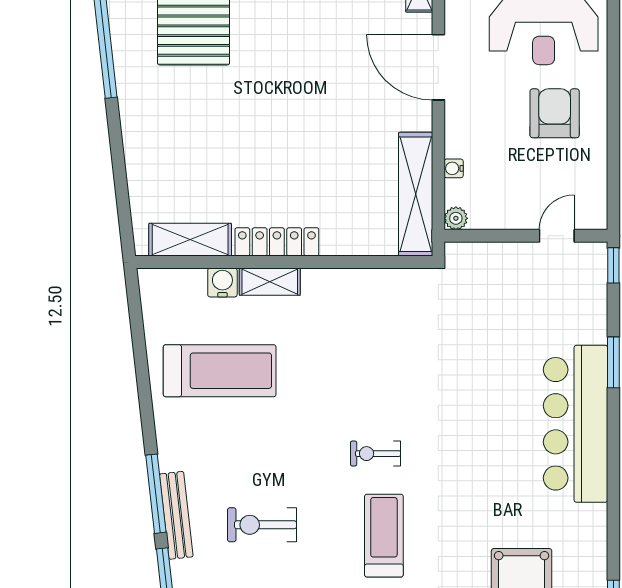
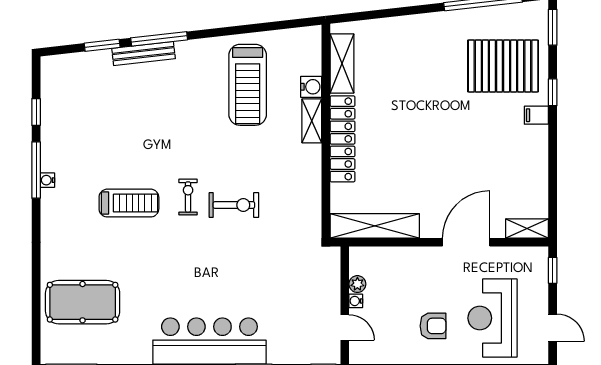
armchair: (555, 113) -> (433, 326), width x0.72, depth x0.72
water cooler: (454, 168) -> (356, 301), moved, turned -90
plant: (456, 218) -> (357, 284), moved
locker: (277, 242) -> (343, 139), width x1.41, depth x1.21
exercise bike: (262, 525) -> (234, 205), moved, turned 90

